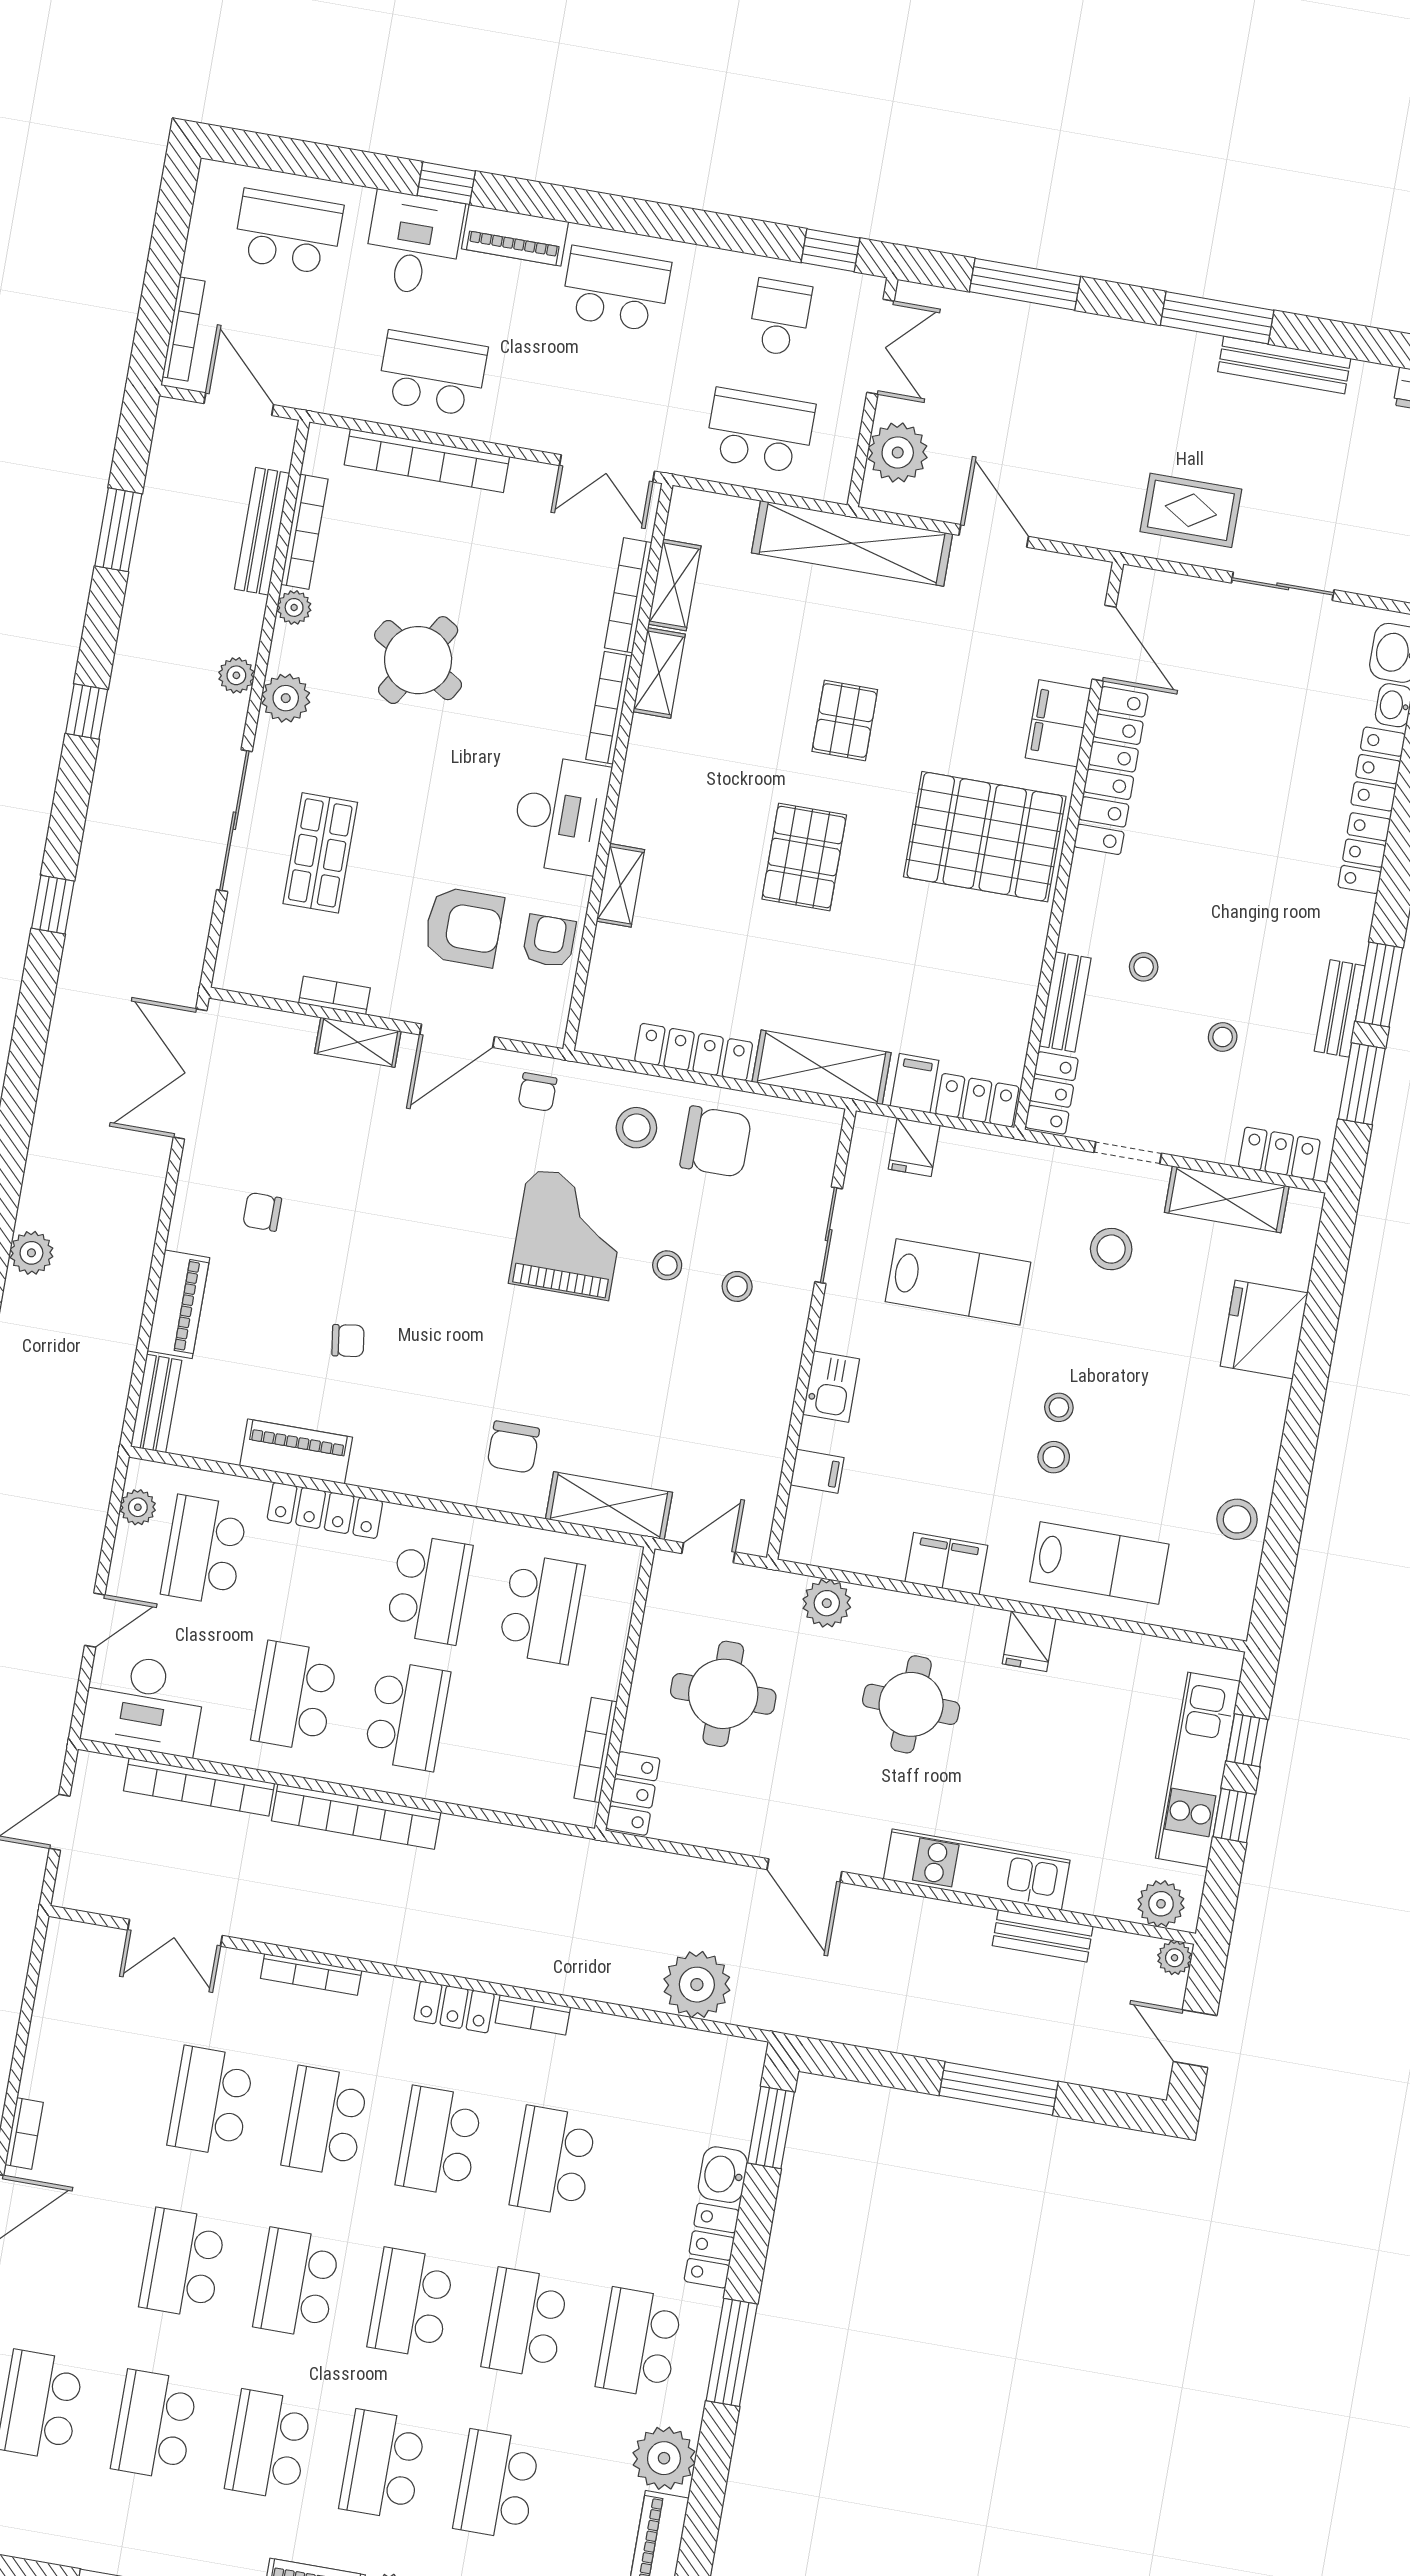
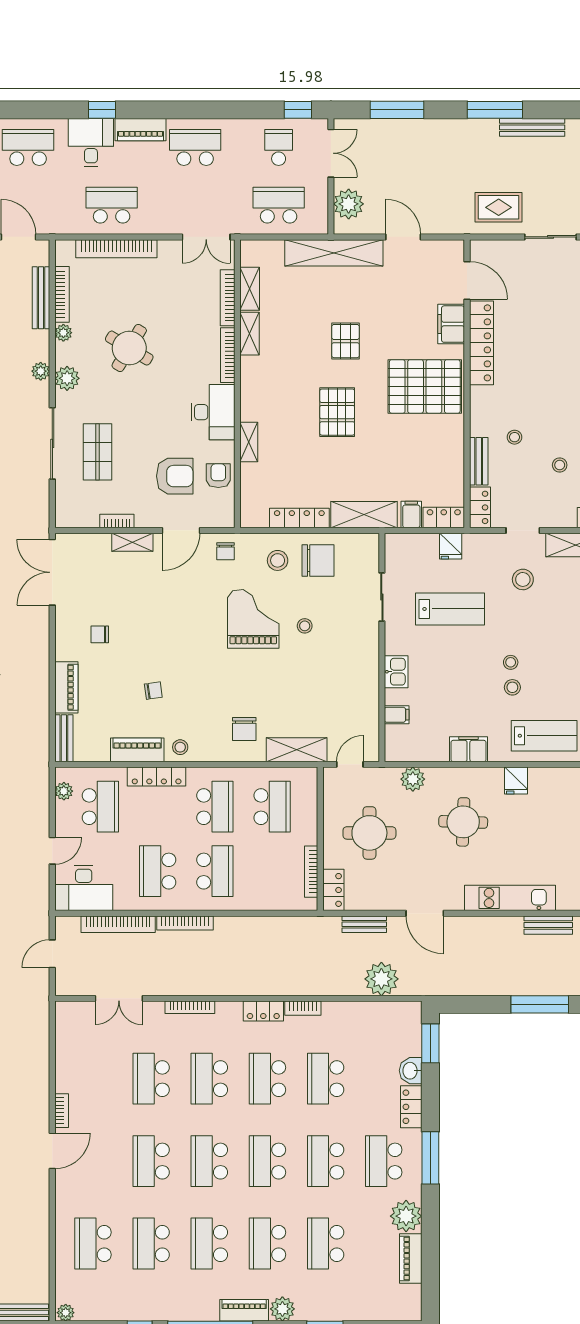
fridge: (914, 1147) -> (451, 546), moved
stool: (737, 1286) -> (180, 747), moved
school desk: (204, 1550) -> (100, 807), turned 180
bookcase: (356, 1817) -> (185, 923), width x0.68, depth x0.76
bench: (682, 1871) -> (364, 924), added

